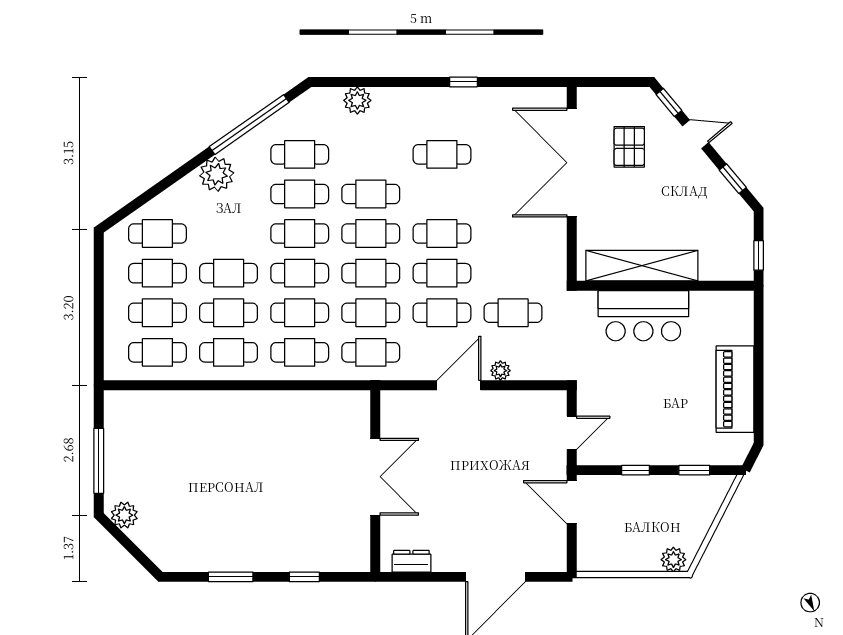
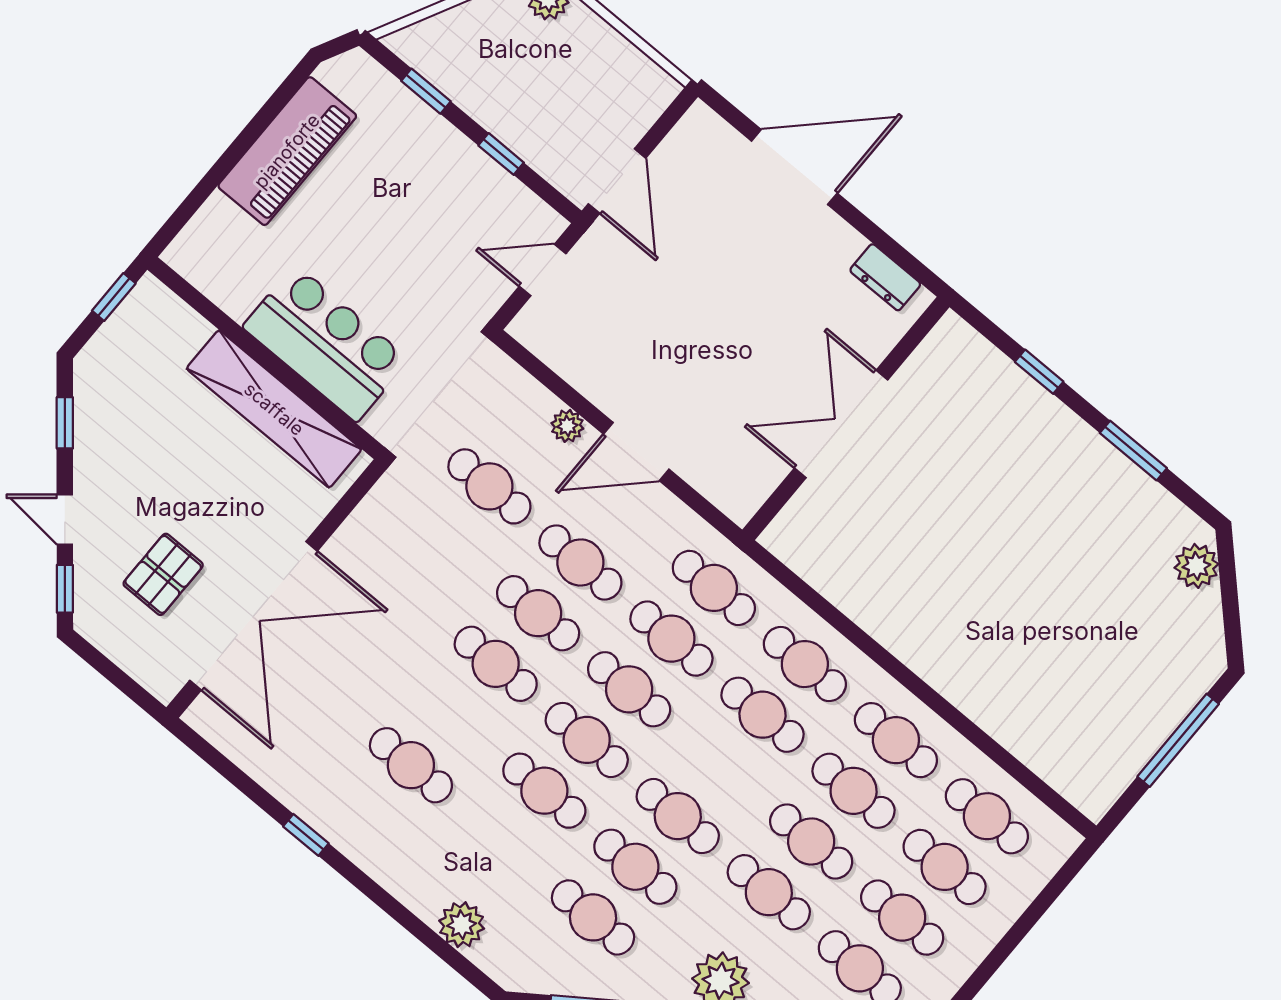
cafe table: (300, 273) -> (769, 892), moved
plant: (124, 515) -> (1196, 566), moved

